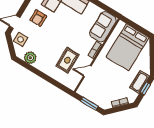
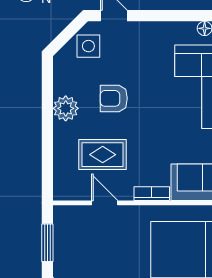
armchair: (38, 18) -> (114, 98), moved
plant: (30, 58) -> (66, 108), moved

